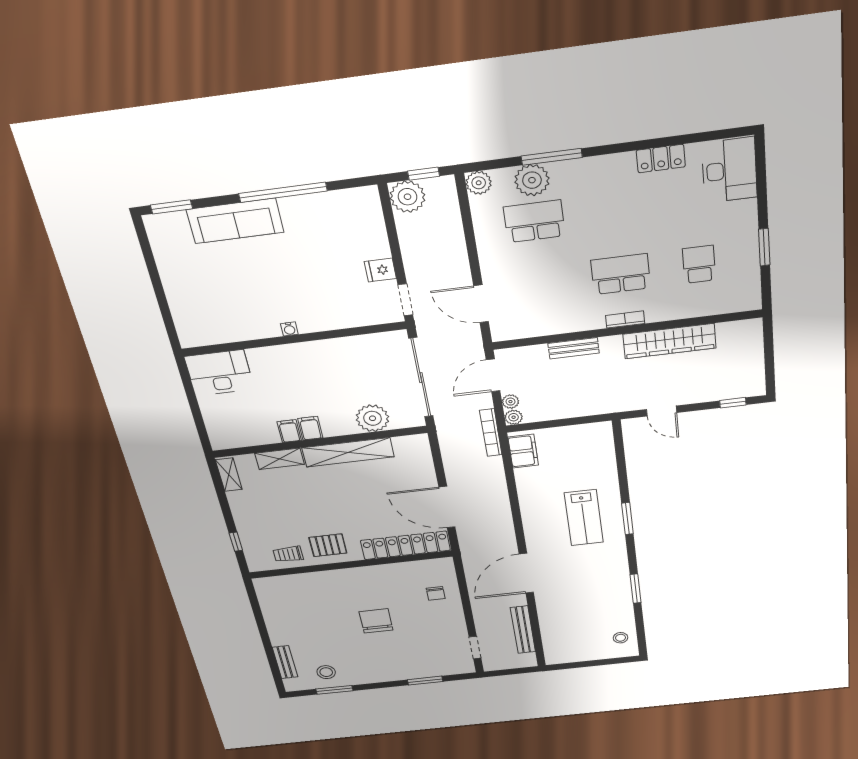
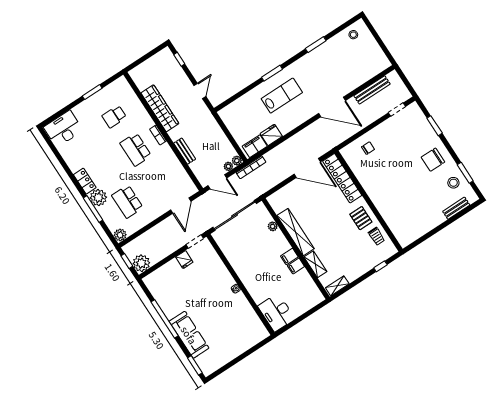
locker: (661, 159) -> (85, 181), moved
plant: (532, 180) -> (98, 198), moved
plant: (372, 418) -> (273, 226), width x0.53, depth x0.53
fridge: (529, 480) -> (271, 135), added
door: (447, 507) -> (307, 168), hinge flipped
chair: (376, 621) -> (433, 160), moved

